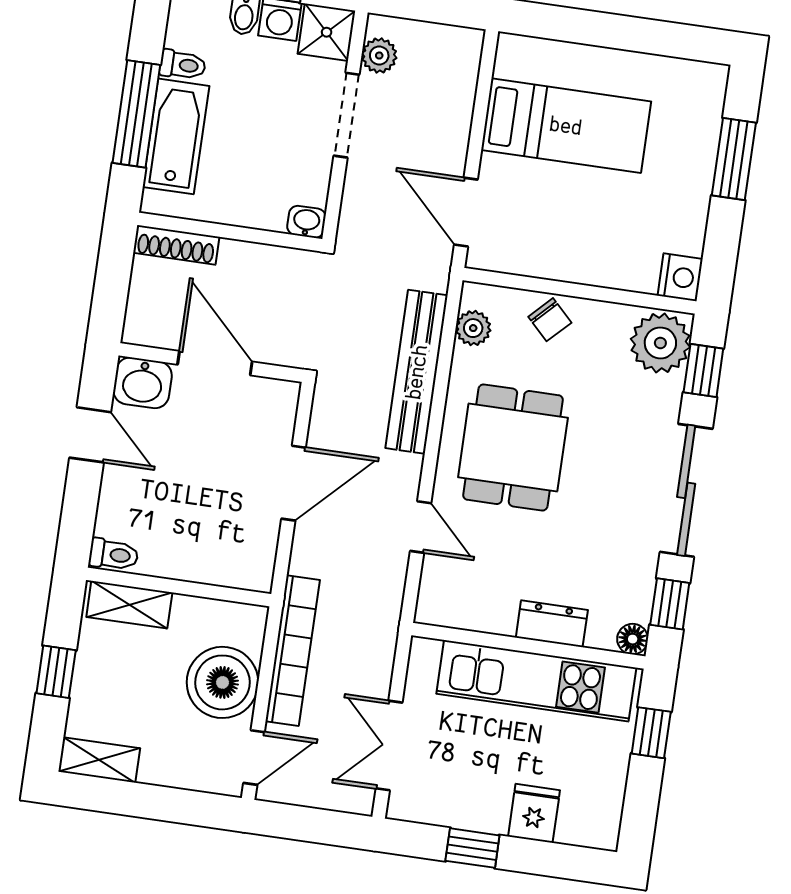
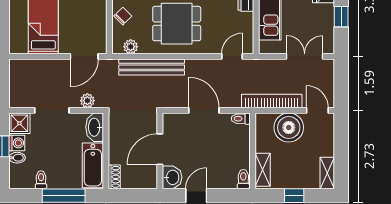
plant: (379, 56) -> (87, 101), moved
bathtub: (176, 136) -> (93, 165), moved, turned -90
washbasin: (306, 222) -> (95, 127), width x1.91, depth x1.45
shoe rack: (176, 245) -> (114, 177), width x0.70
door: (421, 527) -> (232, 56), moved
toilet: (261, 569) -> (241, 119), added
double door: (389, 745) -> (305, 56), swing flipped

